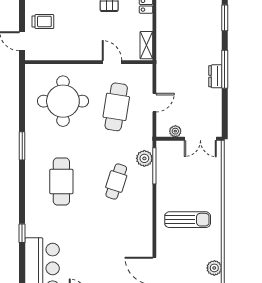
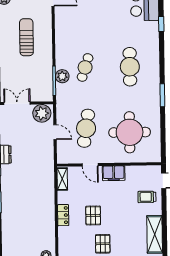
filing cabinet: (83, 51) -> (114, 173), added
door: (154, 103) -> (55, 132), swing flipped
plant: (175, 131) -> (42, 113), width x1.87, depth x1.87
plant: (144, 158) -> (62, 76), moved
sun lounger: (188, 220) -> (26, 37), turned 90

